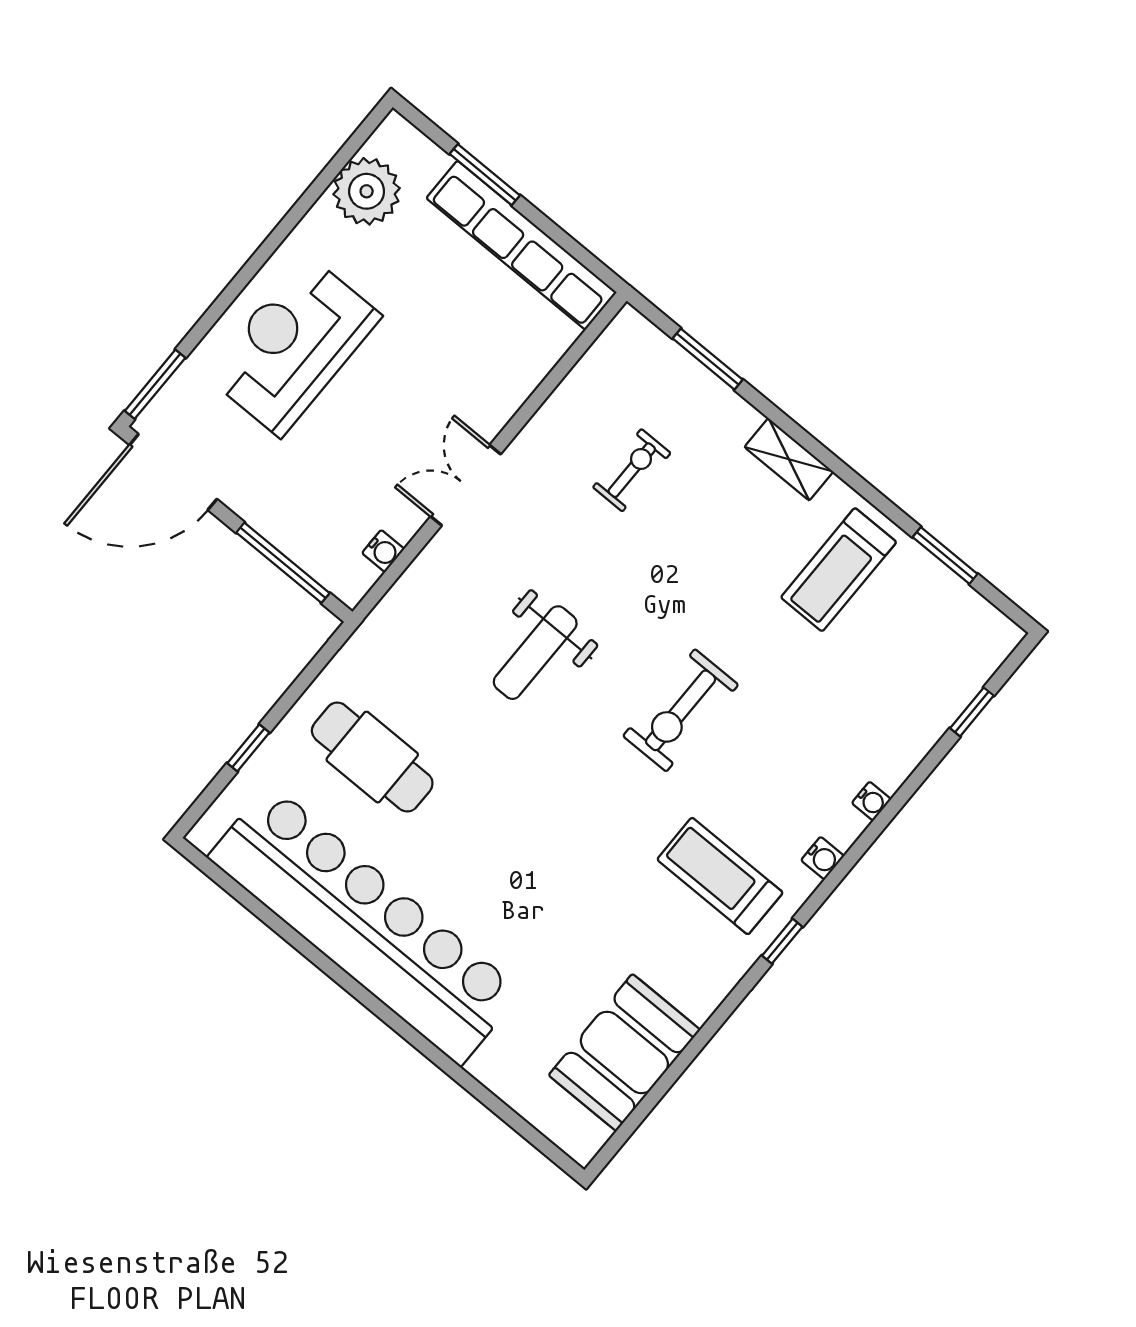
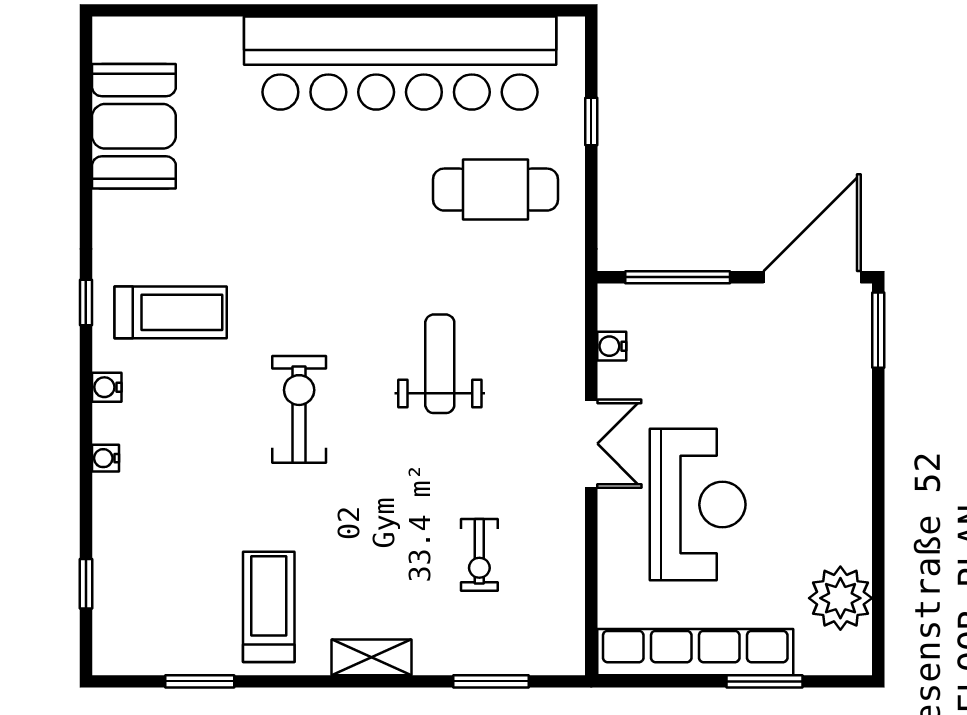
reception desk: (293, 346) -> (698, 505), moved

